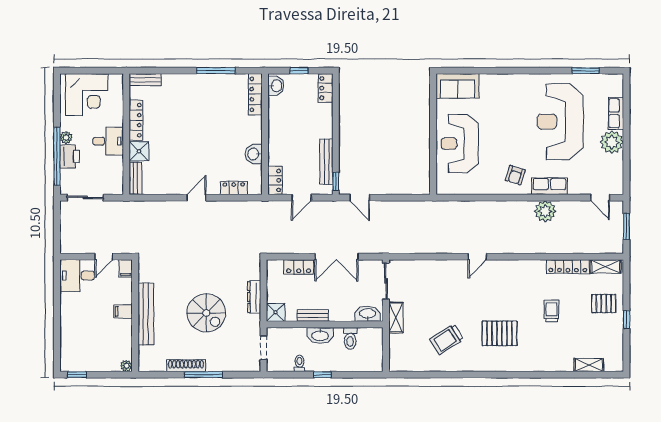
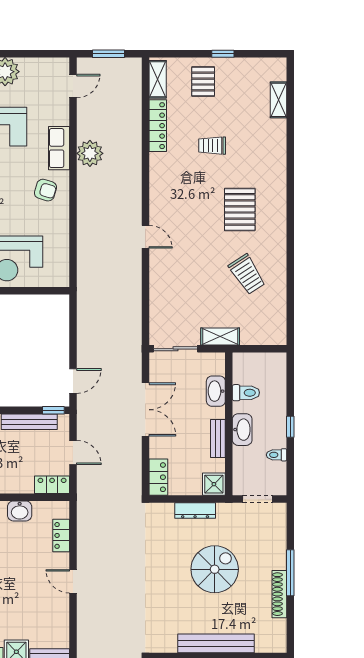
locker: (299, 267) -> (158, 477), moved
washbasin: (368, 314) -> (216, 391), moved

